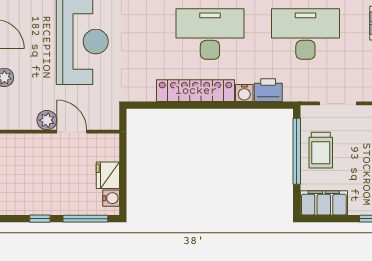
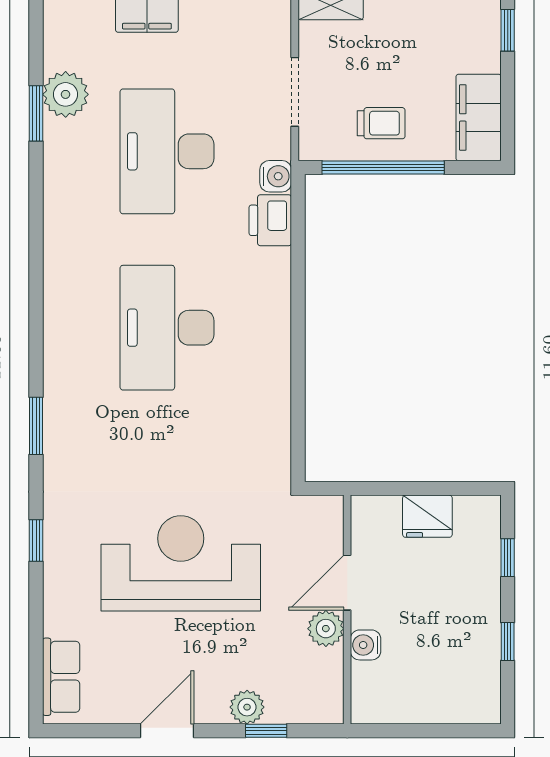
locker: (196, 91) -> (271, 354), removed
water cooler: (244, 93) -> (276, 176), moved
trolley: (321, 150) -> (381, 123), width x0.73, depth x0.72
water cooler: (111, 198) -> (366, 645), moved, turned -90
window: (85, 219) -> (508, 558), width x0.46

